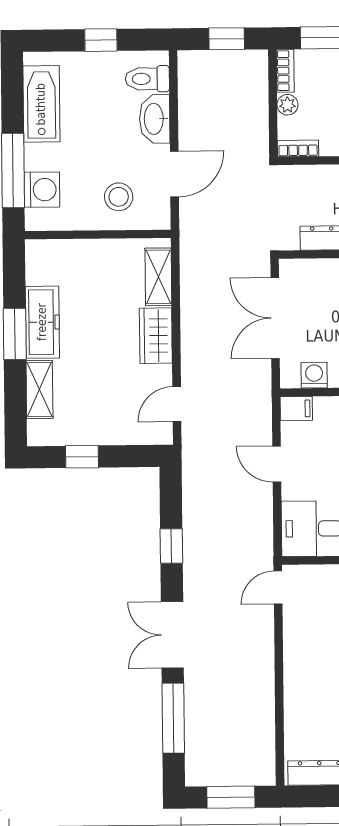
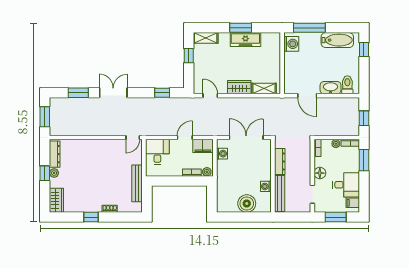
window: (101, 40) -> (364, 50), moved
washing machine: (42, 190) -> (291, 44), moved, turned -90
stool: (119, 197) -> (298, 72), removed
shelving: (39, 389) -> (206, 38), moved
filing cabinet: (296, 409) -> (203, 146), width x2.00
window: (171, 546) -> (162, 93), moved
door: (278, 588) -> (133, 138), swing flipped
window: (173, 718) -> (78, 93), width x0.69

